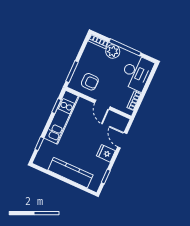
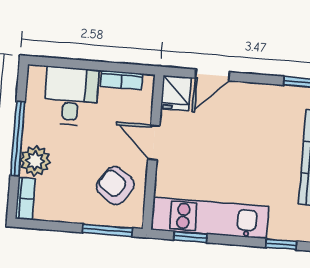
desk: (137, 73) -> (71, 96), width x0.73
armchair: (90, 82) -> (115, 186), turned -55
door: (102, 105) -> (154, 142), swing flipped
fridge: (106, 153) -> (176, 93), moved

